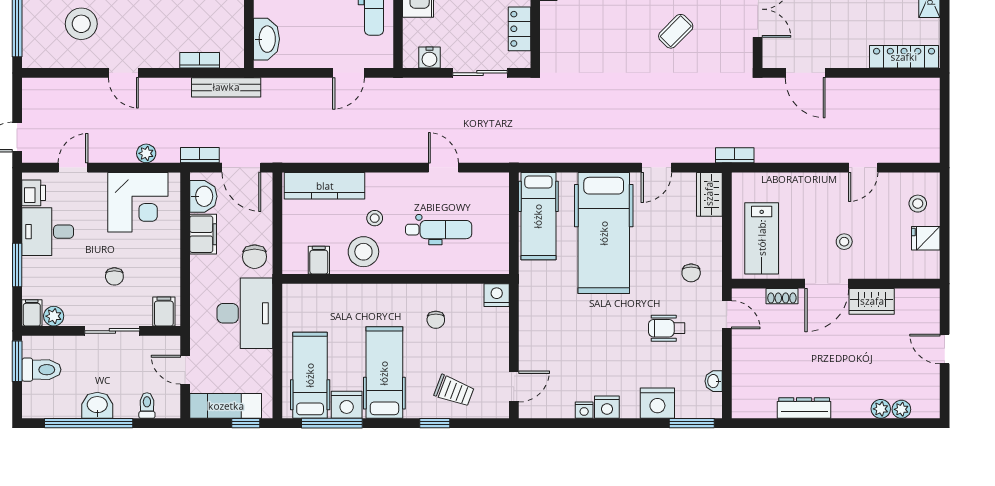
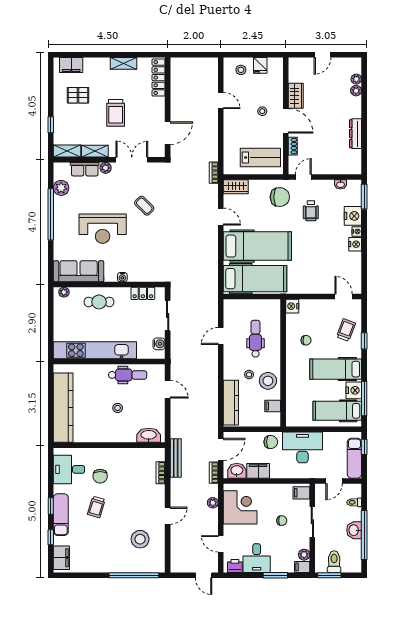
hospital bed: (538, 216) -> (255, 279), width x1.37, depth x1.29
chair: (691, 273) -> (280, 197), width x1.87, depth x1.87
nightstand: (584, 410) -> (357, 231), moved

